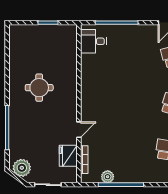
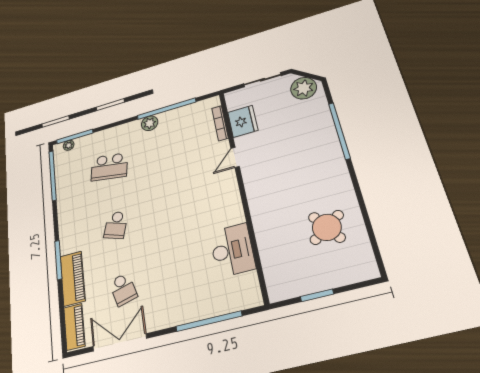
desk: (93, 41) -> (232, 250), moved, width x1.37
round table: (39, 88) -> (327, 227), moved, turned -35
plant: (108, 177) -> (150, 123), moved

